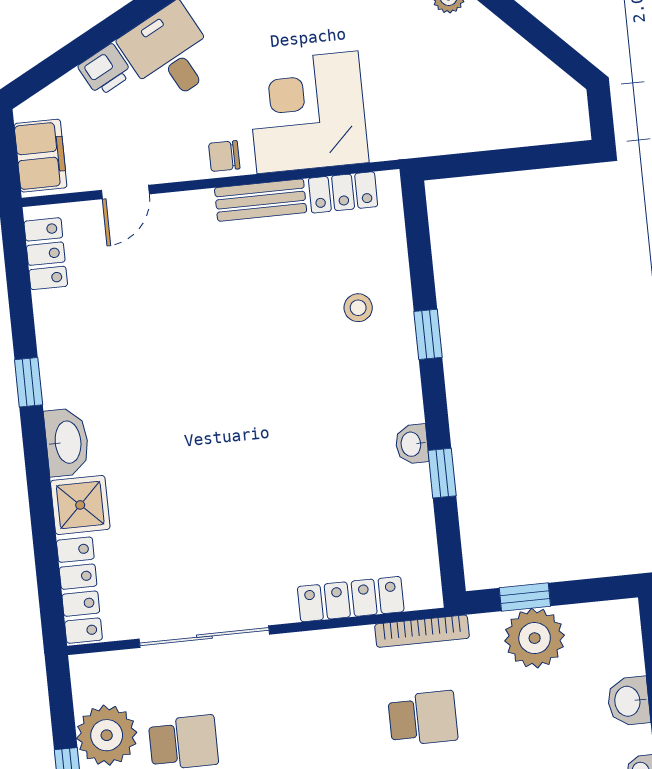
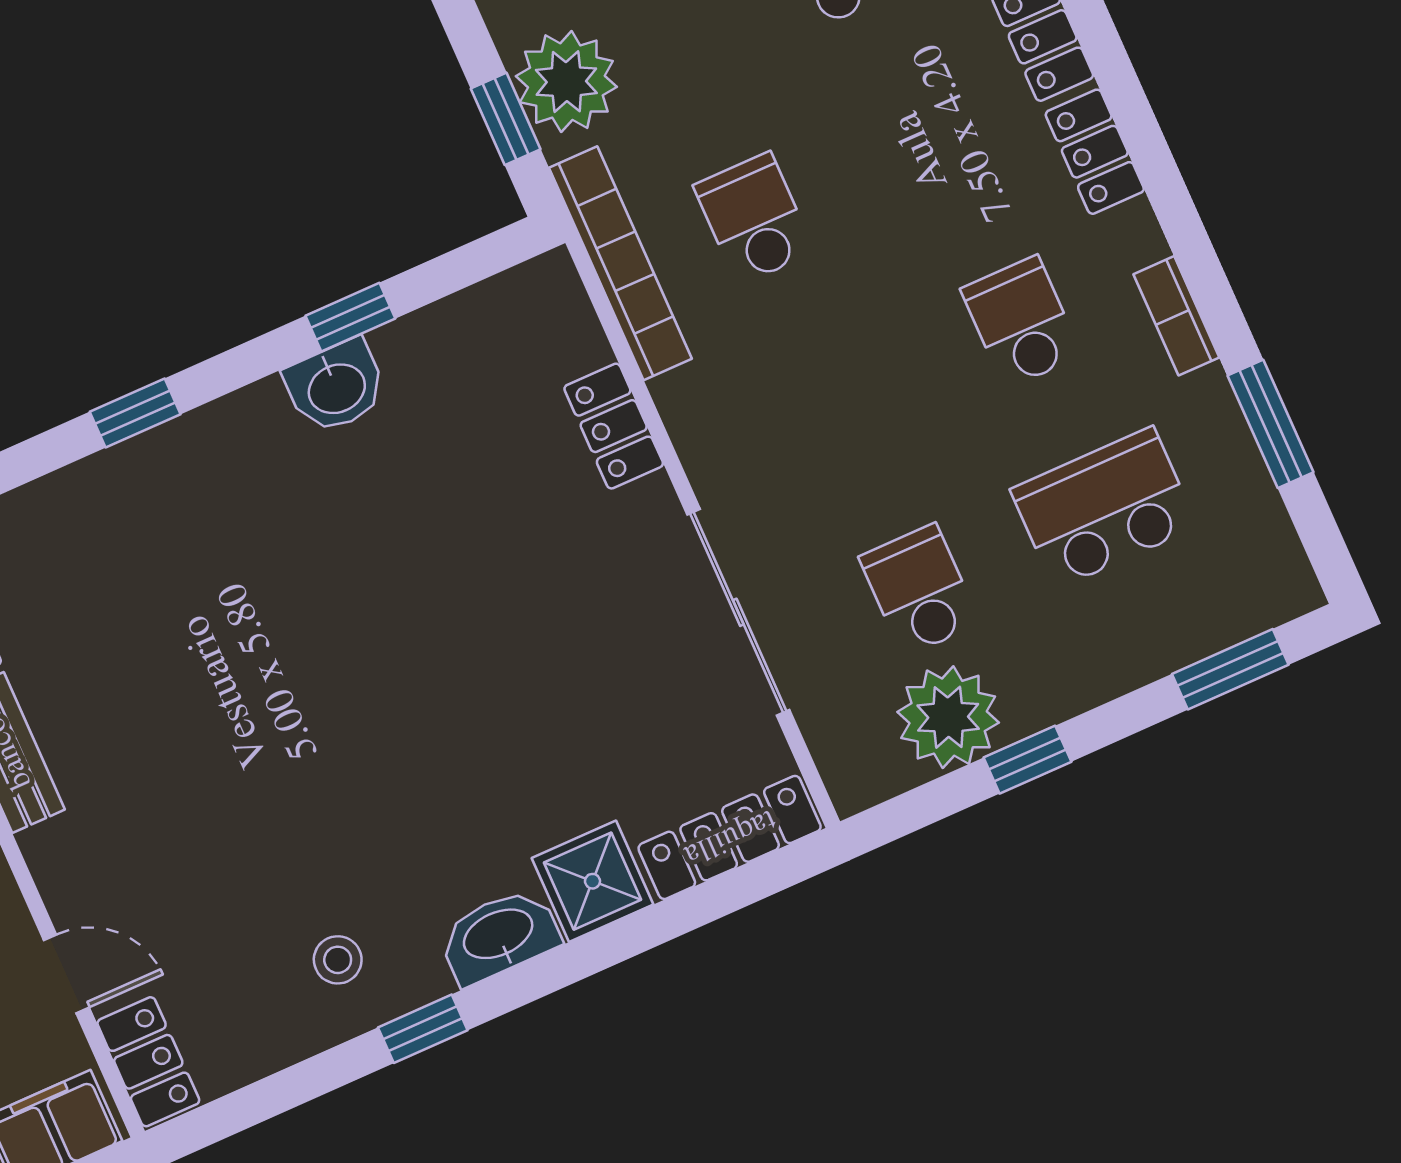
locker: (46, 254) -> (148, 1062), moved, turned 90
stool: (358, 308) -> (338, 960), moved
washbasin: (412, 444) -> (336, 387), width x1.38, depth x1.45
locker: (351, 599) -> (614, 426), width x0.66
bookcase: (422, 631) -> (620, 263), width x1.48, depth x1.31

